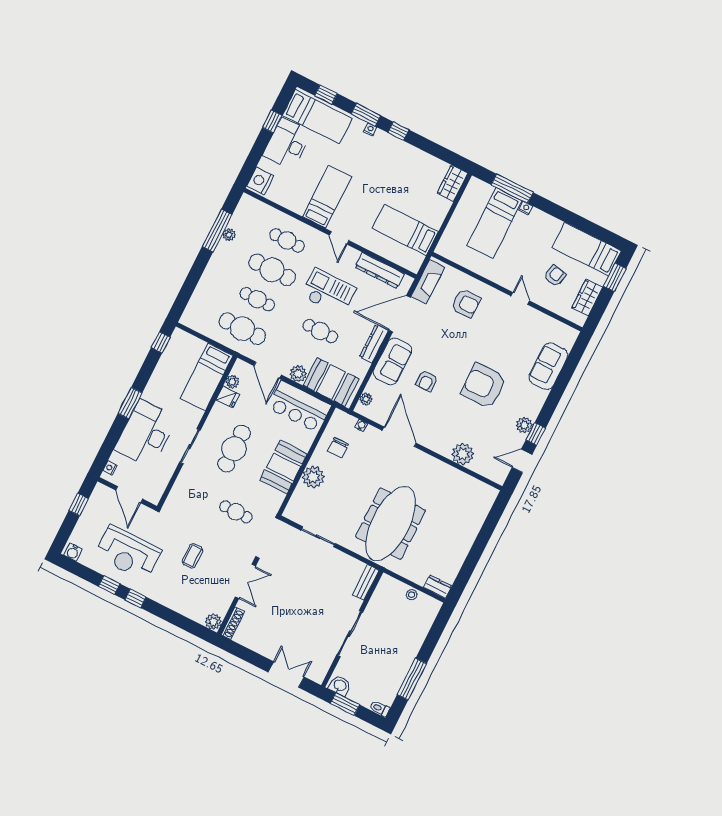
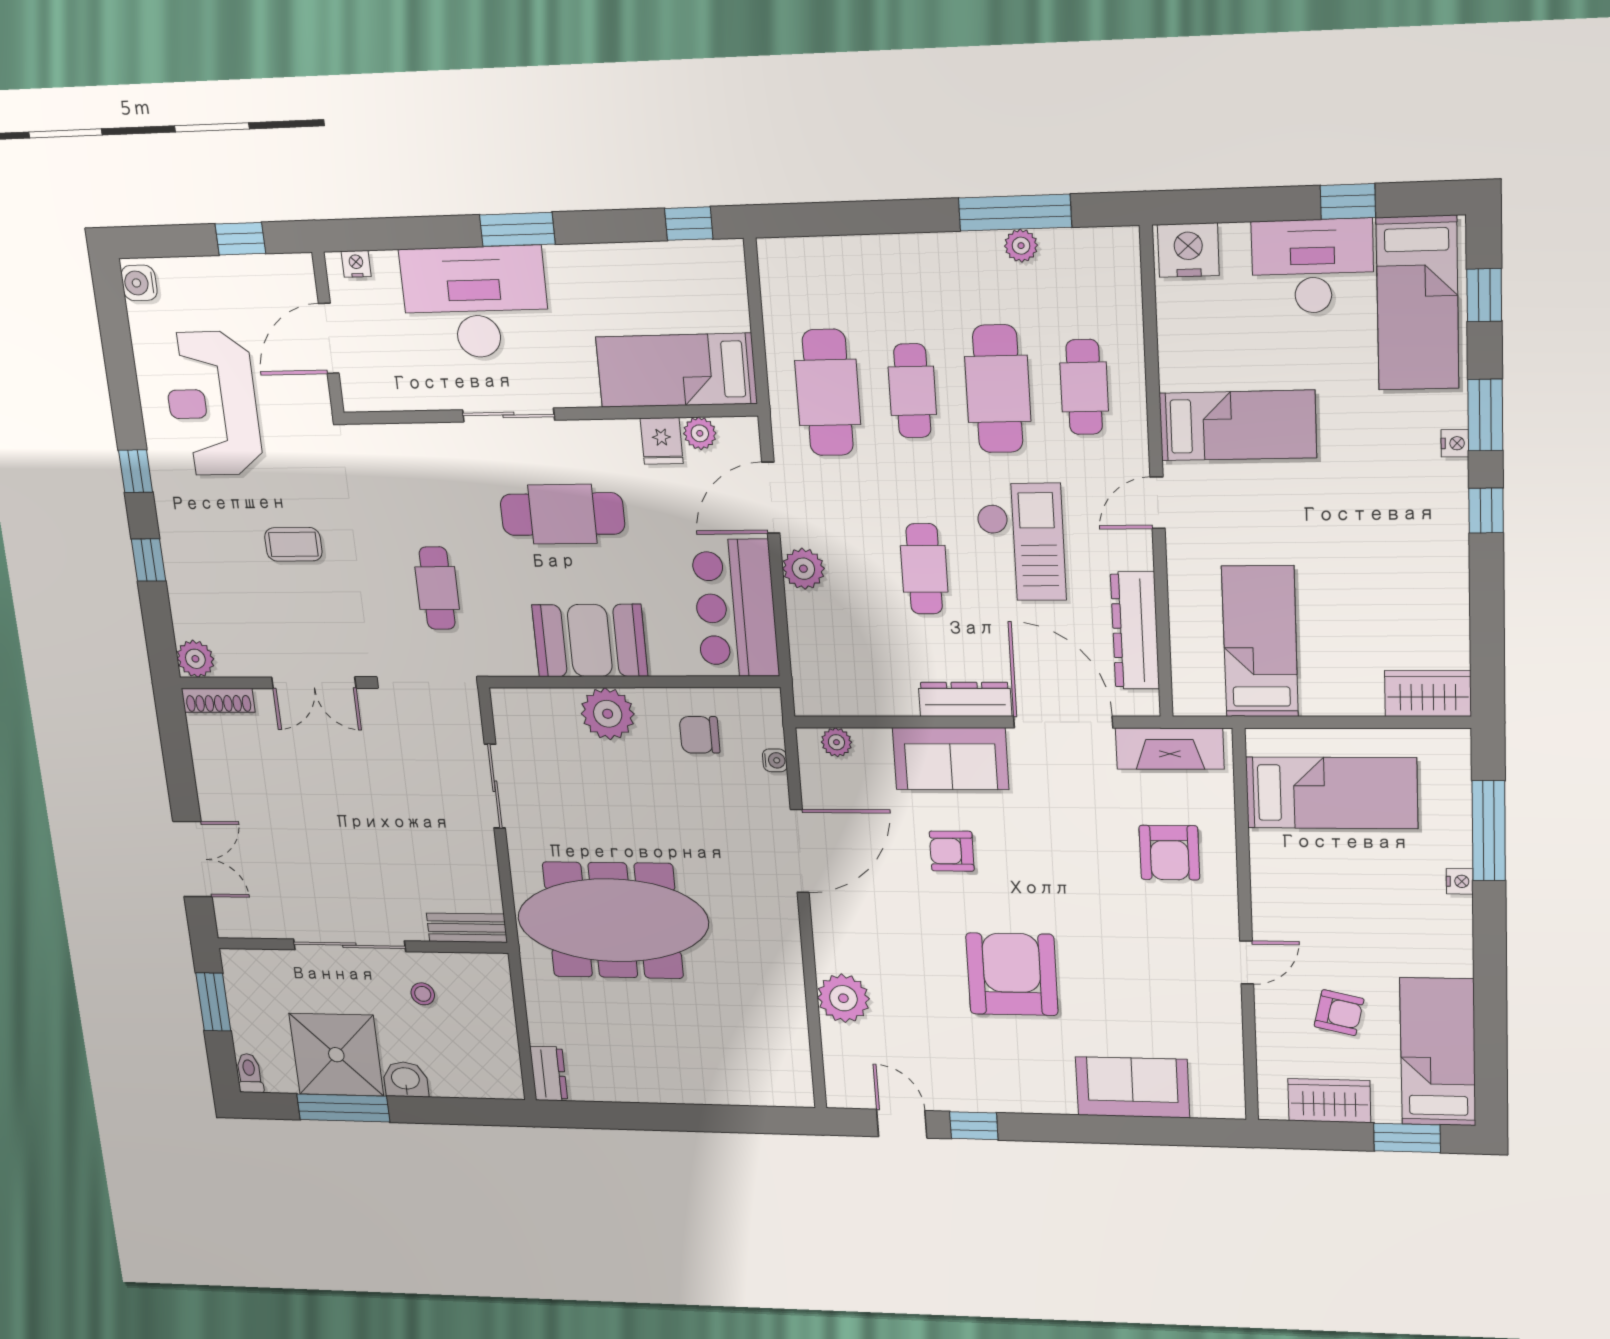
bed: (494, 223) -> (1331, 793), moved, turned 180
booth: (331, 382) -> (828, 649), removed
plant: (524, 425) -> (978, 1094), removed
window: (109, 585) -> (149, 560), moved
stool: (412, 595) -> (423, 994), moved
shower: (390, 668) -> (336, 1055), added
washbasin: (340, 686) -> (406, 1079), moved, turned -90

